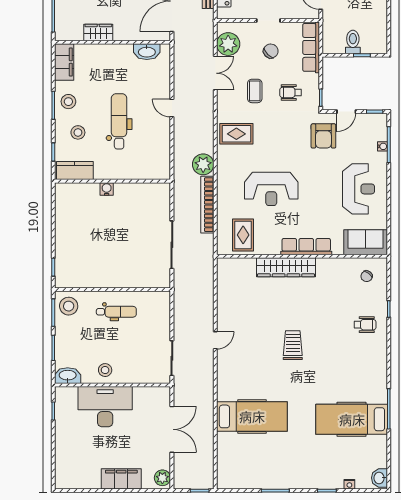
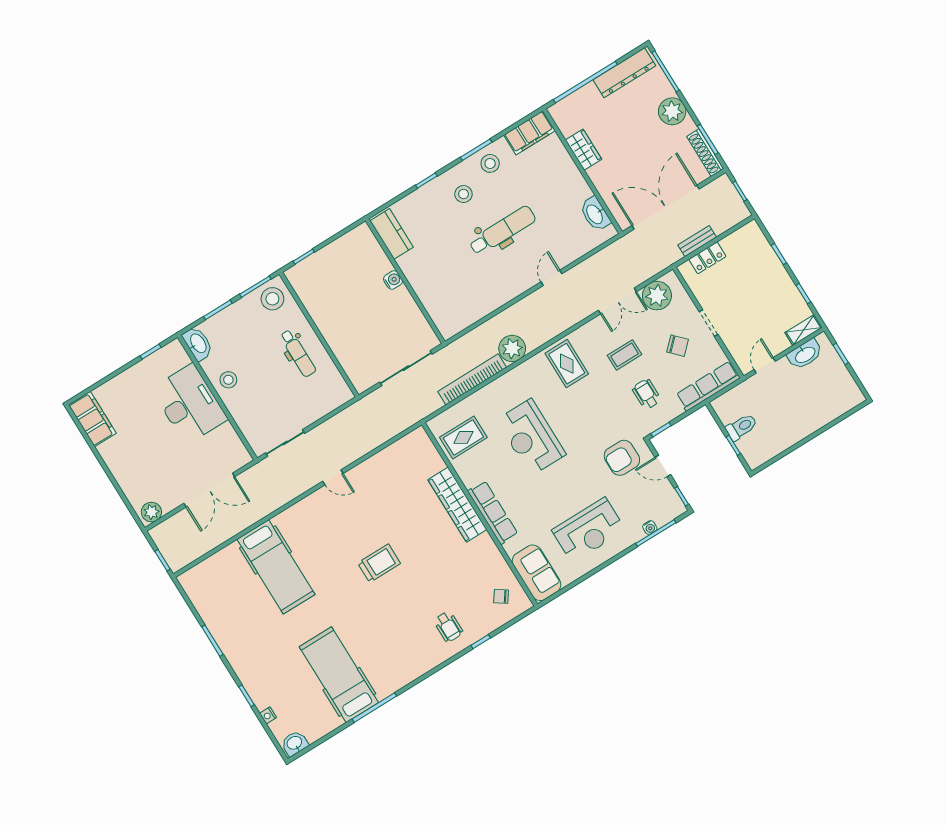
kitchen counter: (75, 171) -> (392, 234), moved
wall: (113, 181) -> (405, 281), moved
water cooler: (107, 189) -> (393, 280), moved
filing cabinet: (121, 479) -> (92, 419), moved

